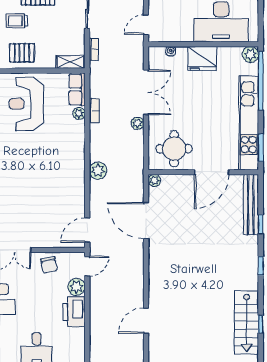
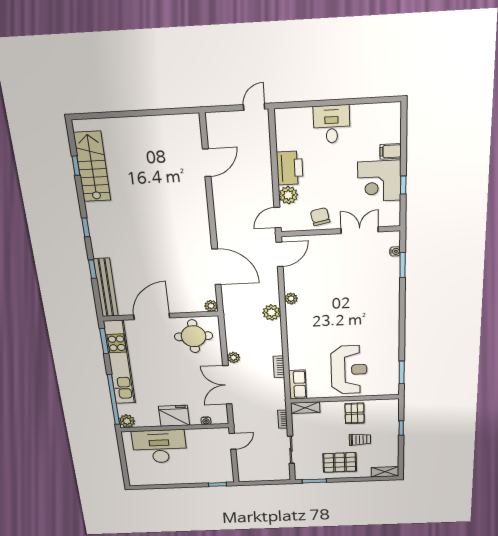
pallet: (22, 53) -> (355, 413), turned 90
plant: (79, 113) -> (291, 299), moved

